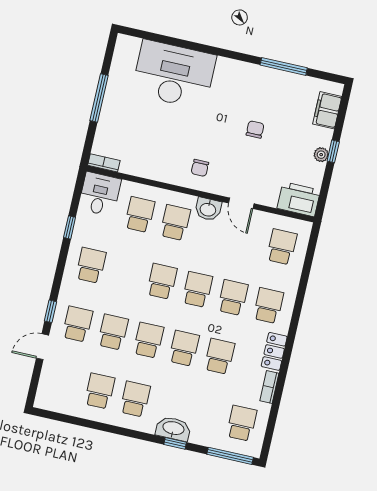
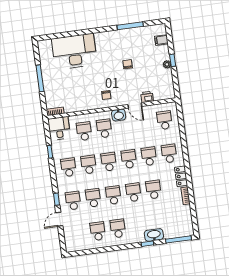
filing cabinet: (327, 110) -> (161, 40), width x0.50
printer: (299, 199) -> (147, 97), moved, width x0.53, depth x0.68
school desk: (242, 423) -> (89, 165), moved
washbasin: (173, 429) -> (154, 235), moved

